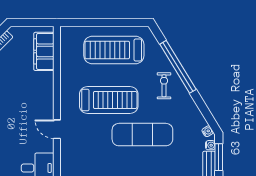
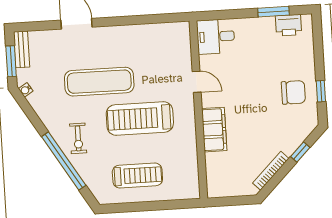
treadmill: (114, 50) -> (137, 176), width x0.73, depth x0.73
filing cabinet: (44, 51) -> (214, 130), moved
water cooler: (210, 145) -> (21, 74), removed

